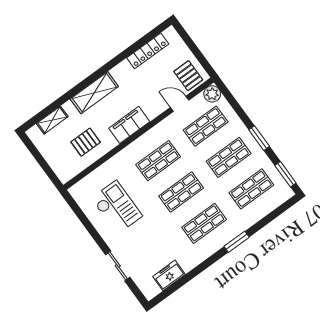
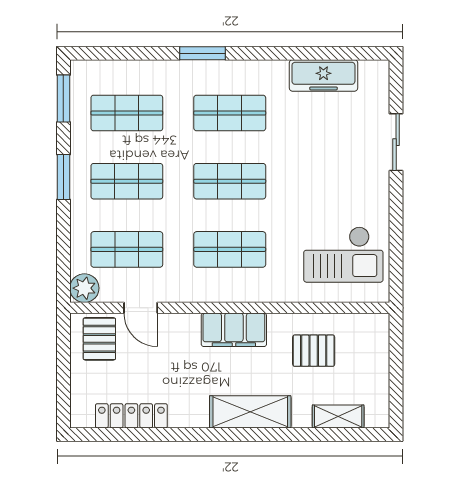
checkout: (117, 207) -> (343, 254), moved, turned -90
freezer: (169, 275) -> (323, 75), width x1.40

